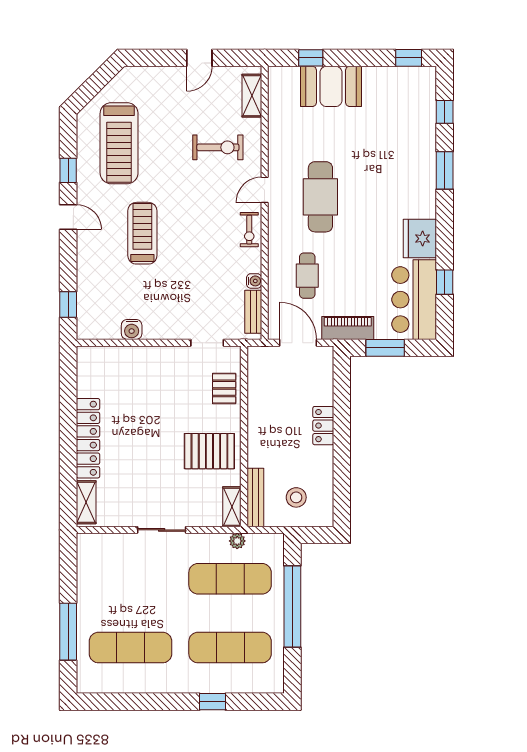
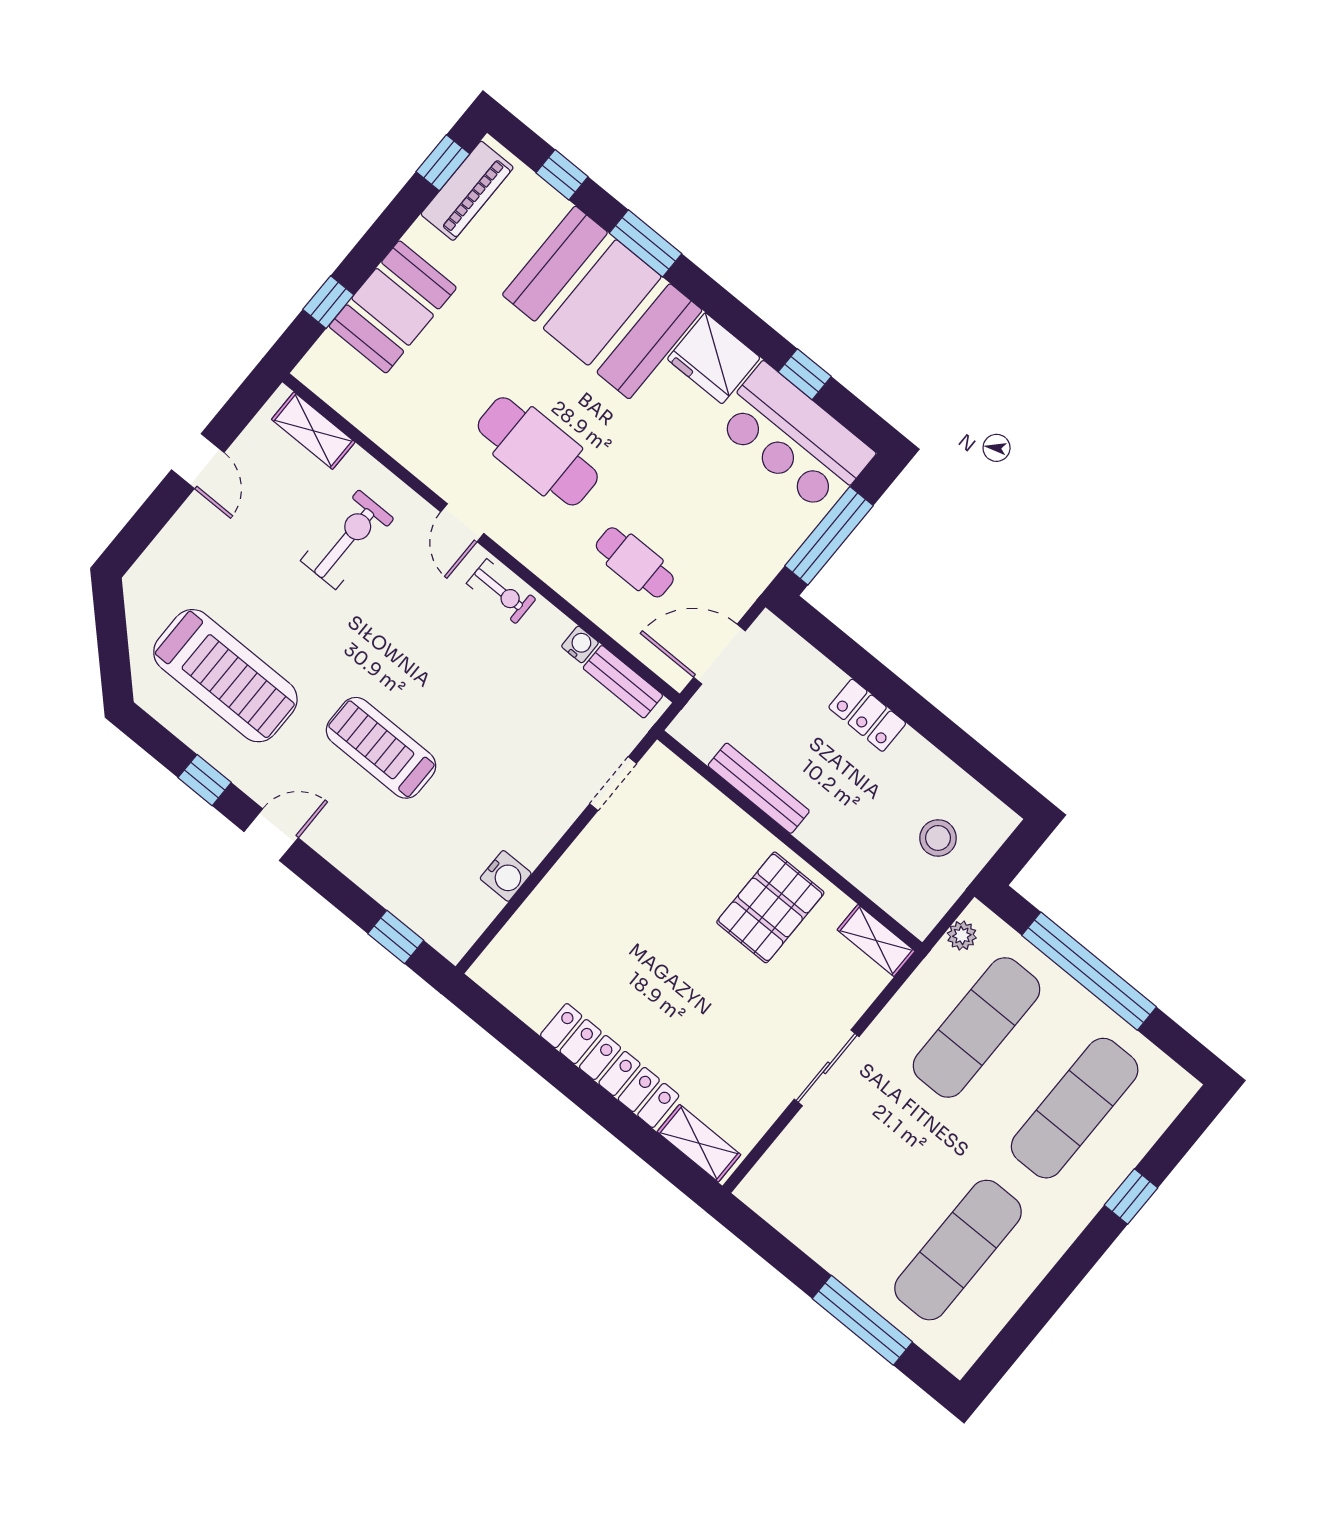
booth: (405, 173) -> (602, 302), added
piano: (348, 328) -> (467, 191), moved, turned 180
window: (385, 348) -> (829, 536), width x1.44
pallet: (224, 388) -> (698, 813), removed
bench: (255, 497) -> (759, 788), moved
plant: (237, 541) -> (962, 936), moved

